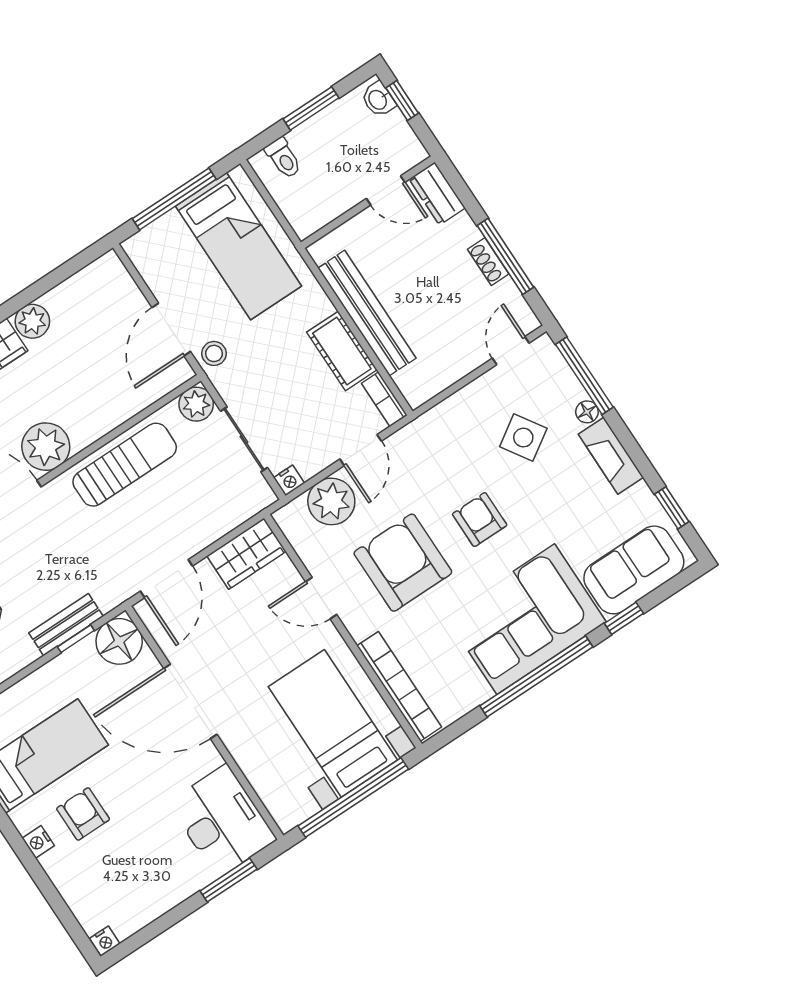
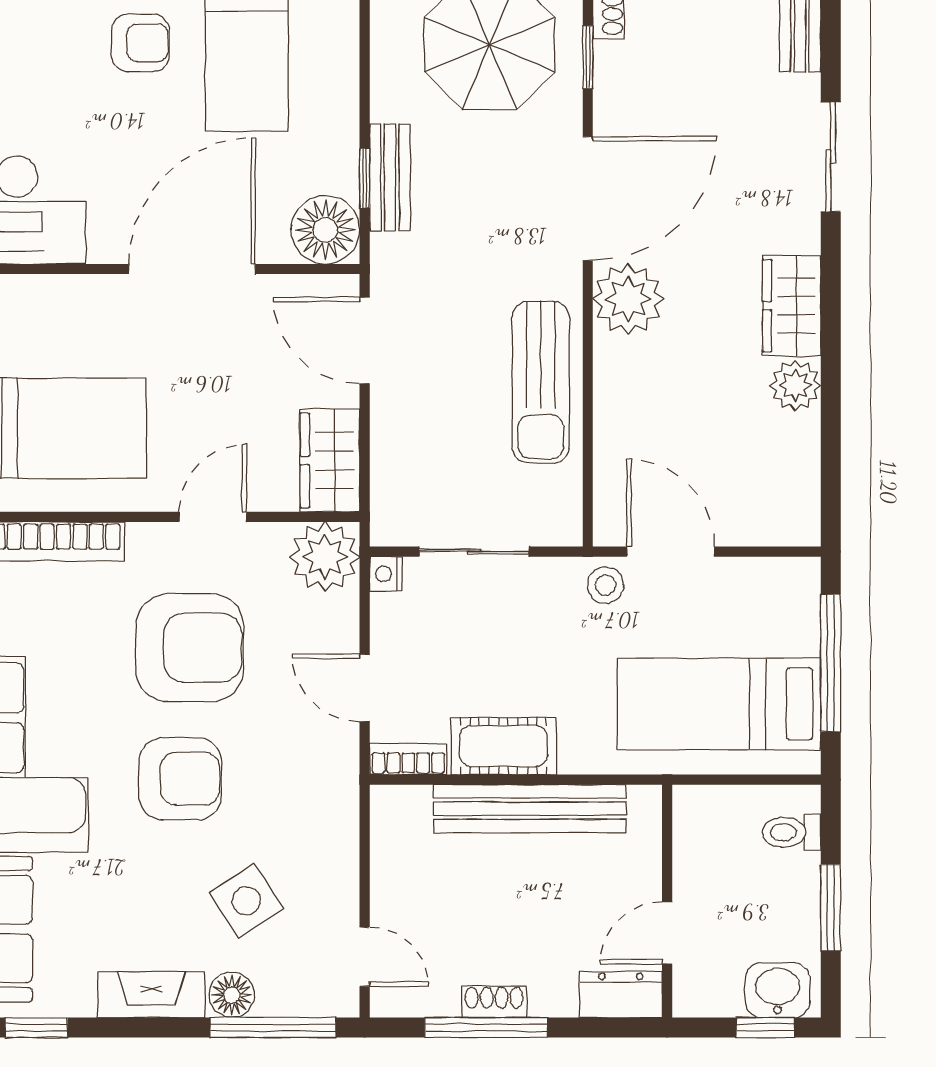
washbasin: (378, 99) -> (778, 990), width x1.38, depth x1.45
plant: (196, 404) -> (557, 521), removed
floor lamp: (587, 412) -> (232, 995), width x1.37, depth x1.37
plant: (331, 501) -> (325, 557), moved
armchair: (480, 520) -> (180, 779), width x1.38, depth x1.38

